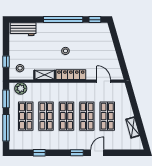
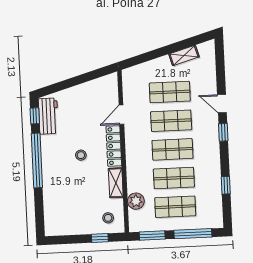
workbench: (23, 29) -> (48, 116), moved
door: (104, 81) -> (121, 115), moved
plant: (21, 88) -> (136, 201), moved

